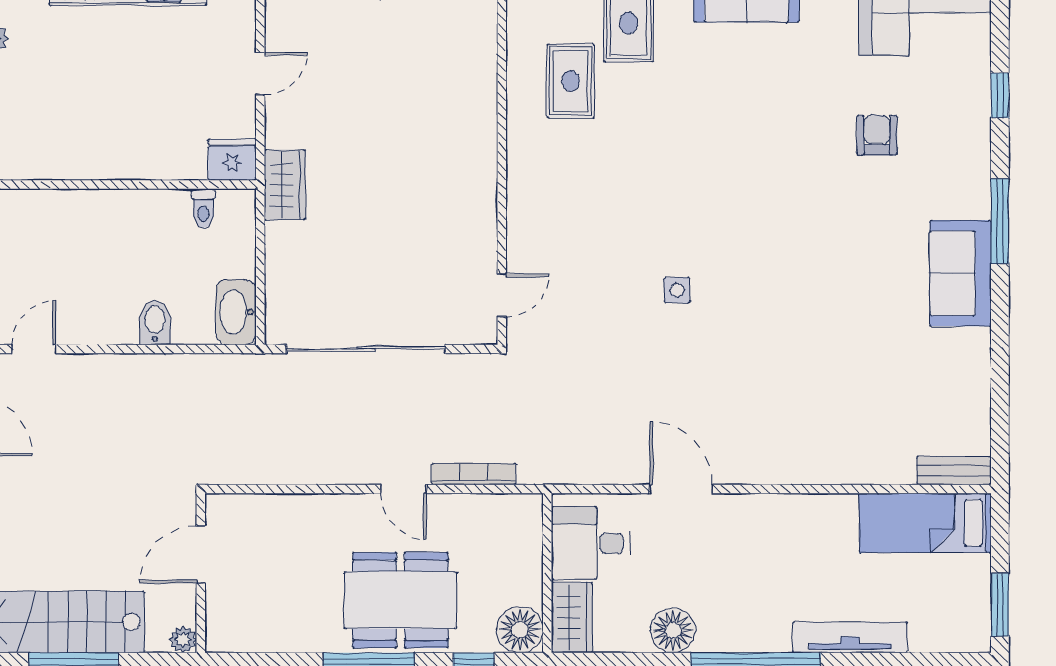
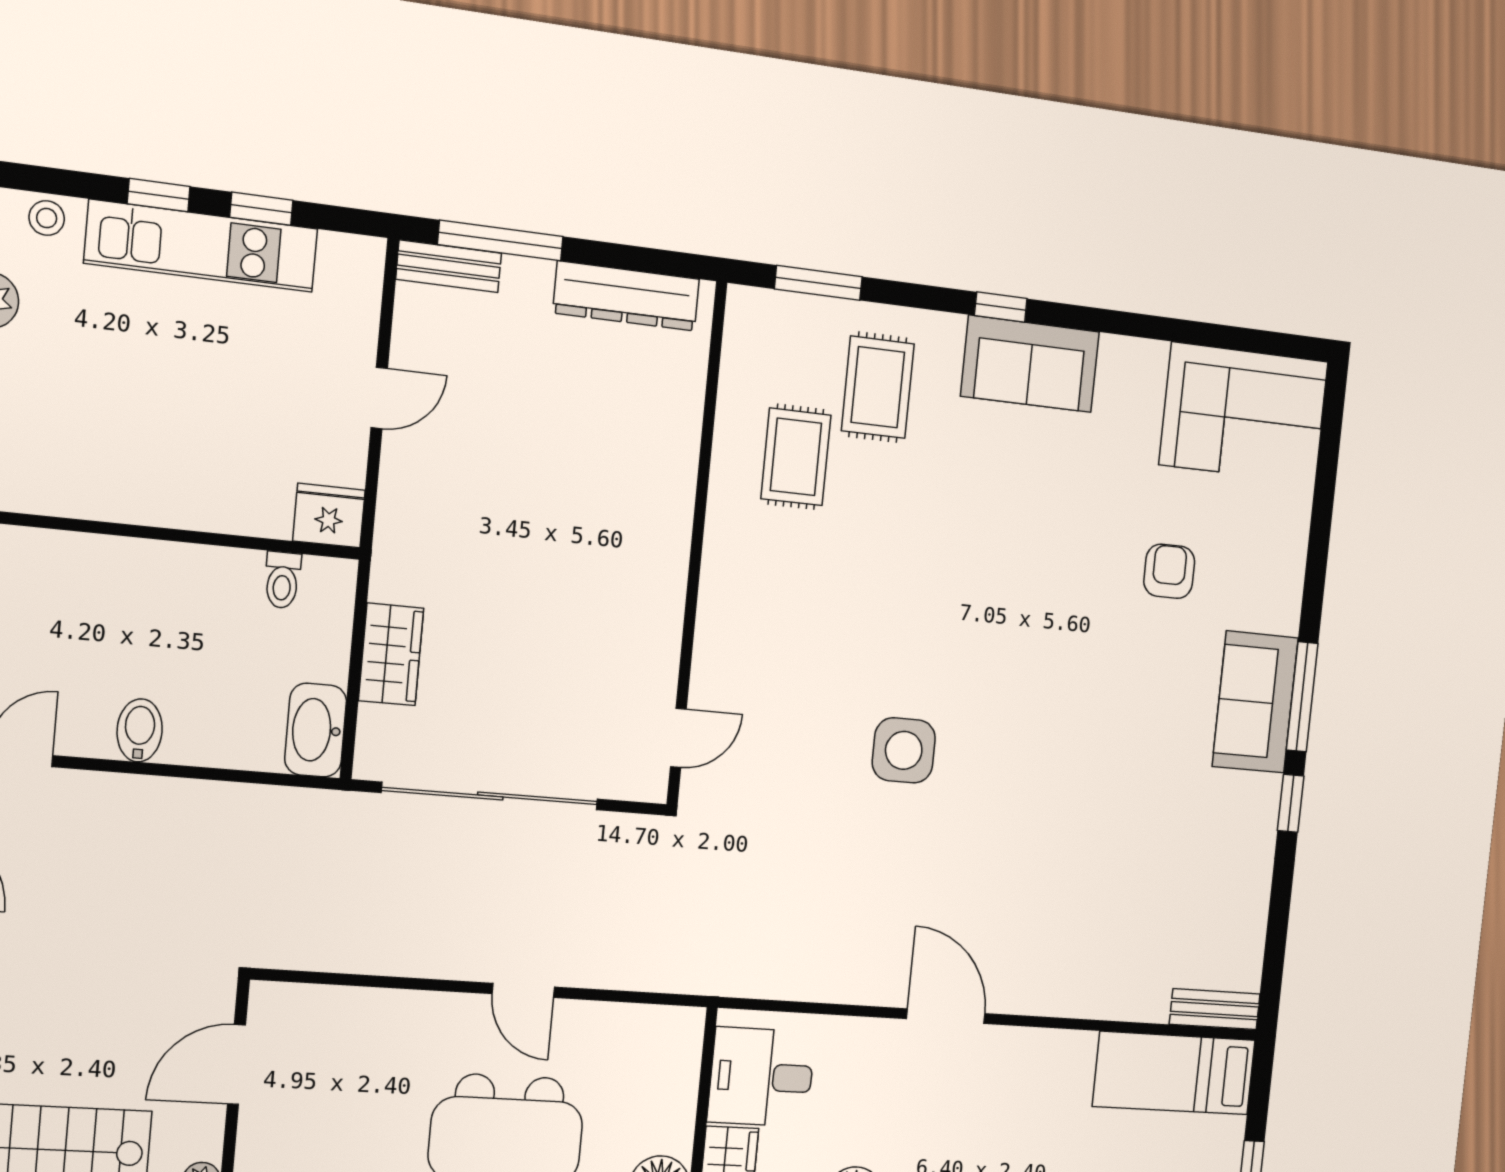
window: (1000, 95) -> (1291, 803), moved
wardrobe: (285, 185) -> (391, 654), moved
sofa: (960, 273) -> (1255, 702), moved
side table: (677, 290) -> (904, 750), width x1.87, depth x1.87
bidet: (155, 323) -> (140, 730), moved
bookcase: (474, 474) -> (619, 976), removed
door: (681, 489) -> (946, 1016), moved

